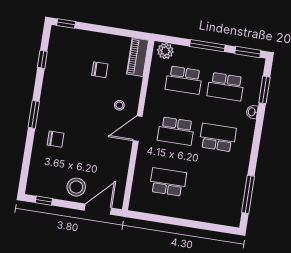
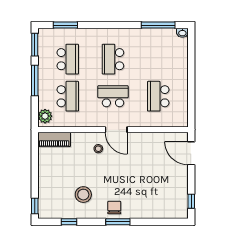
chair: (100, 70) -> (70, 171), removed
washbasin: (252, 112) -> (182, 33), moved
school desk: (176, 131) -> (113, 96), turned -90
chair: (56, 139) -> (114, 208), moved
stool: (76, 187) -> (83, 195), moved

